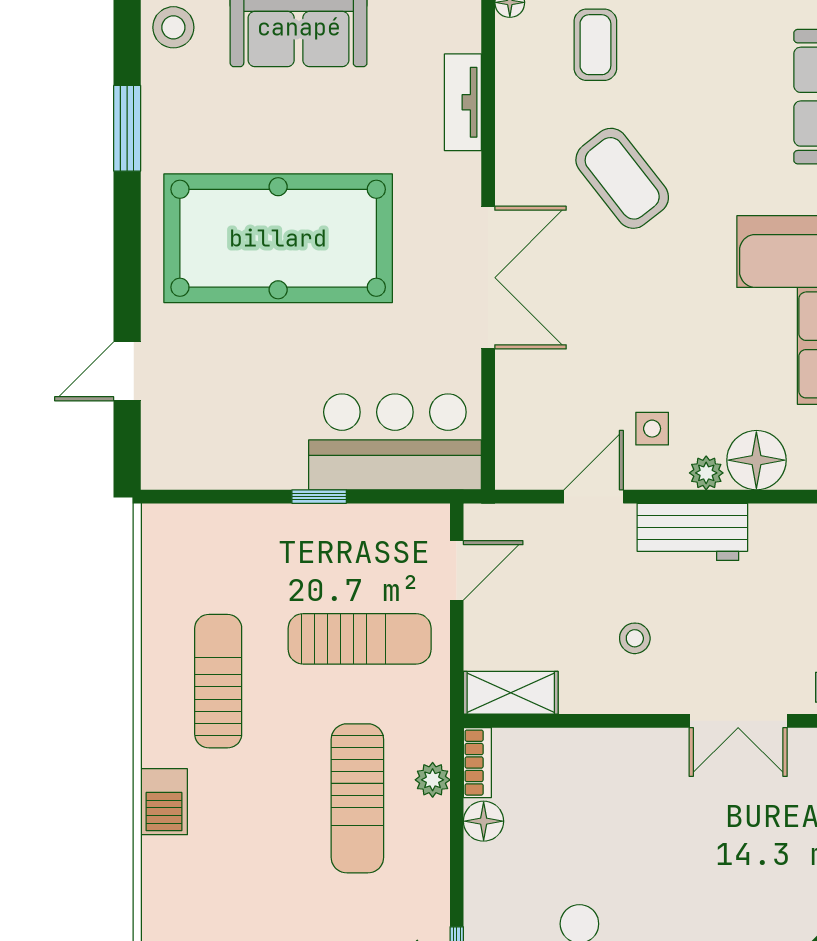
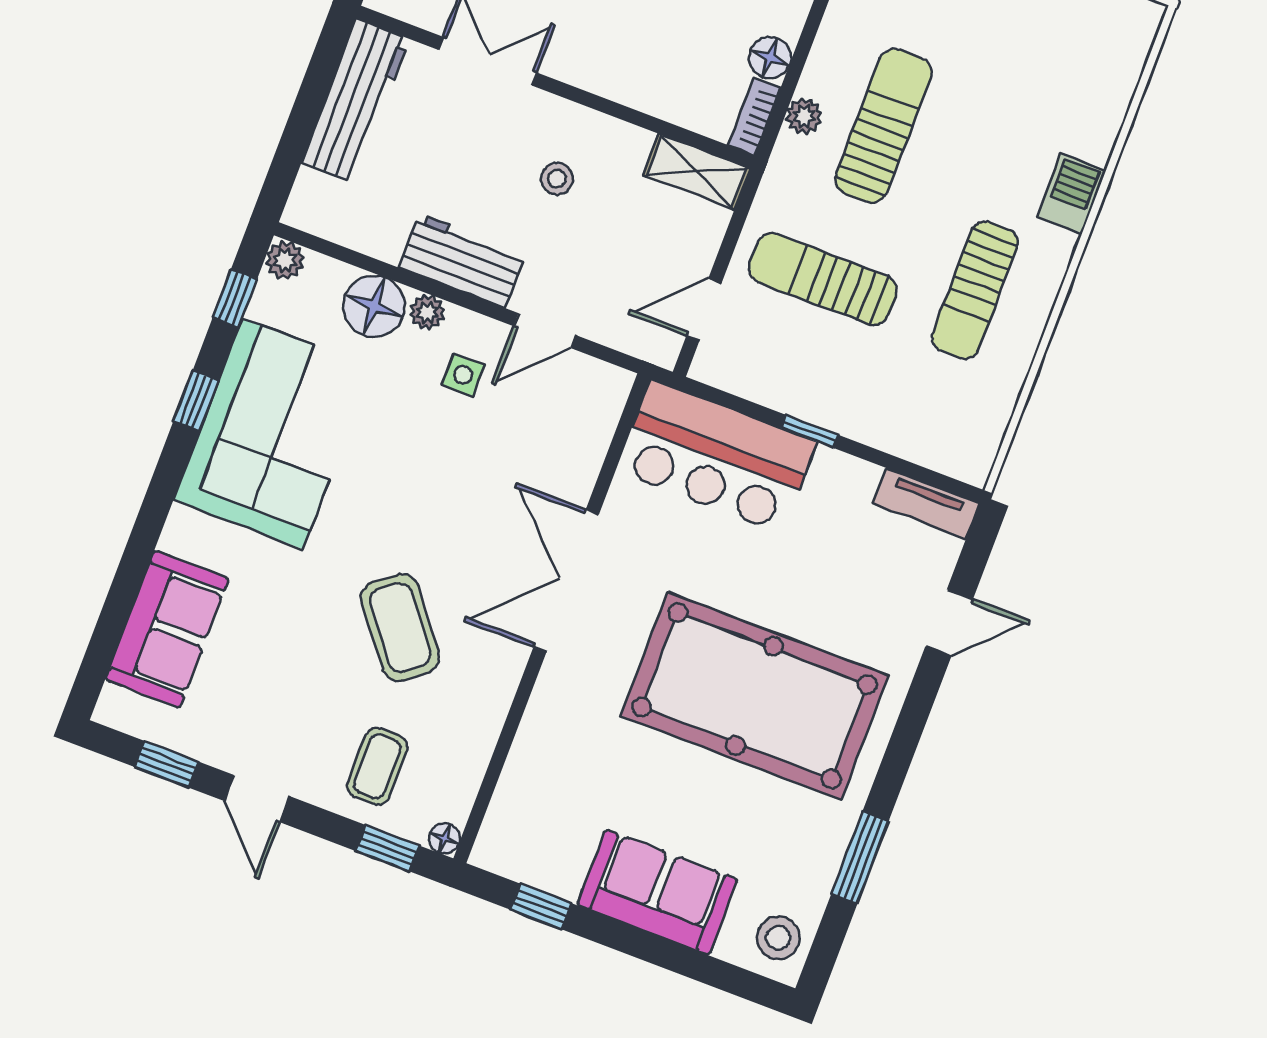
tv unit: (463, 102) -> (926, 503), moved, turned 90

